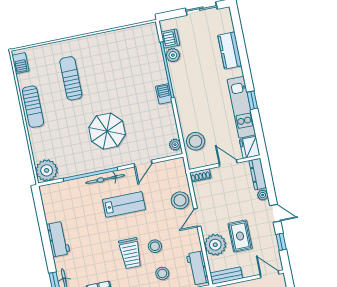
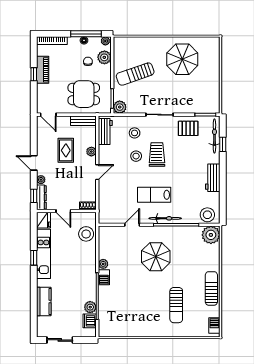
plant: (175, 145) -> (103, 264), moved
stool: (180, 200) -> (207, 215), moved
window: (281, 242) -> (34, 196), moved
plant: (215, 245) -> (91, 152), width x0.53, depth x0.53

